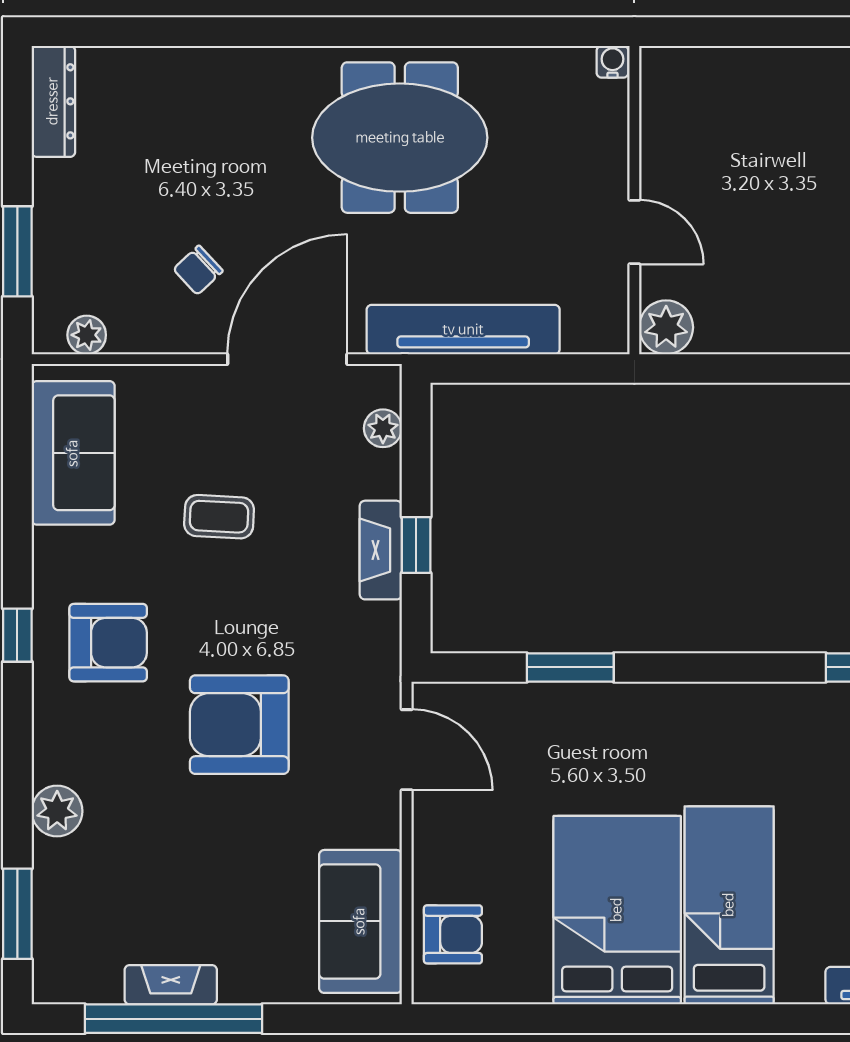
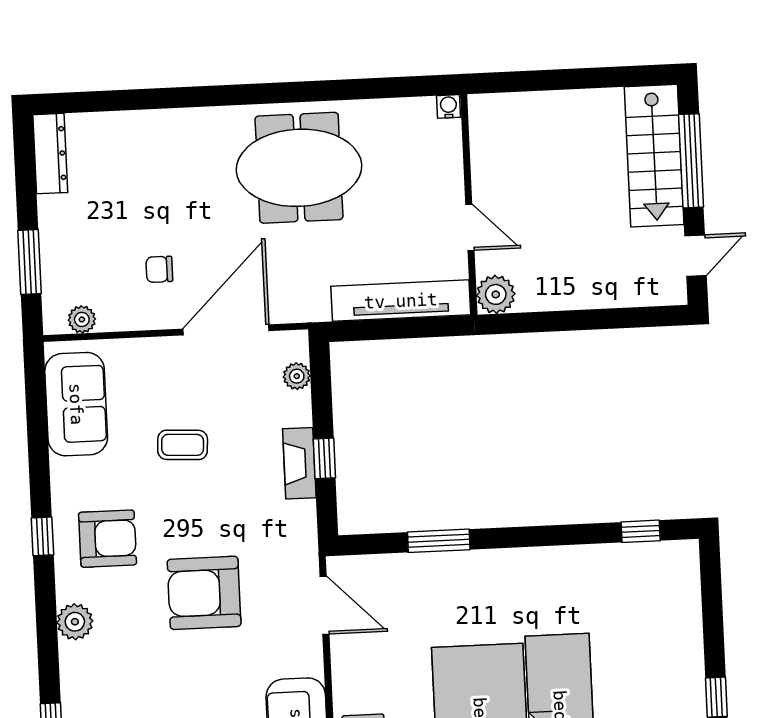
chair: (198, 270) -> (159, 269), turned 43
tv unit: (463, 330) -> (401, 301), moved
plant: (57, 811) -> (75, 622), moved

